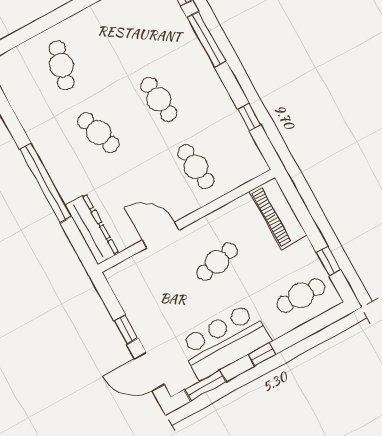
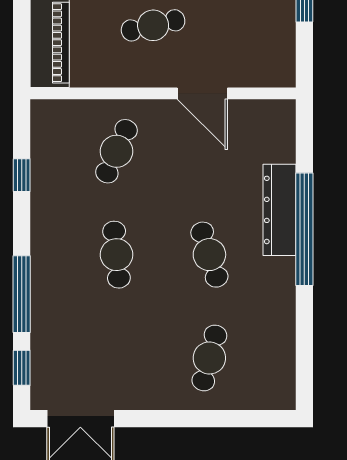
cafe table: (196, 167) -> (116, 151), turned 30
dresser: (92, 229) -> (280, 210), moved

